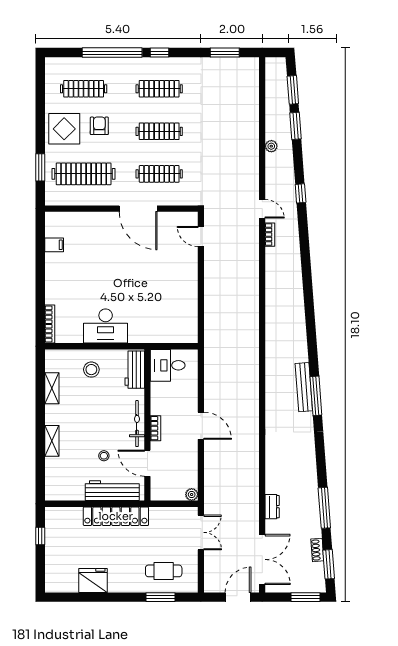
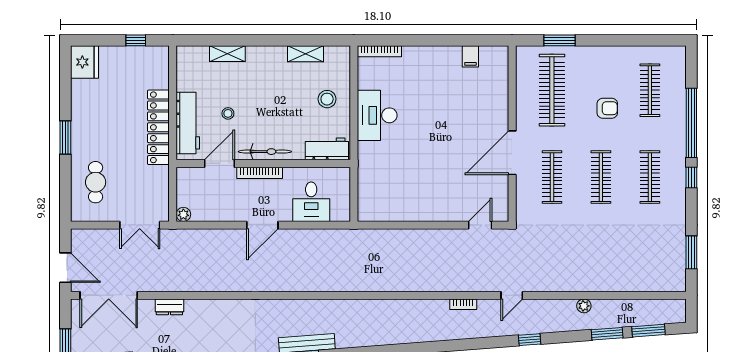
display table: (64, 129) -> (604, 68), removed
bookcase: (270, 235) -> (463, 304), moved
desk: (168, 365) -> (311, 202), moved, turned 180
bookcase: (156, 428) -> (260, 173), width x1.56
shelving: (52, 441) -> (227, 54), moved
fridge: (93, 580) -> (85, 62), moved
window: (160, 597) -> (65, 138), moved

